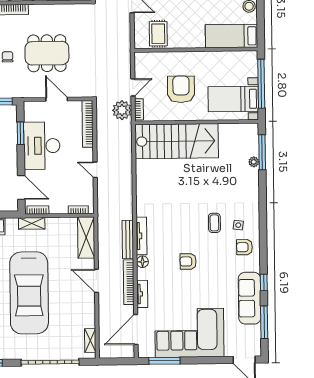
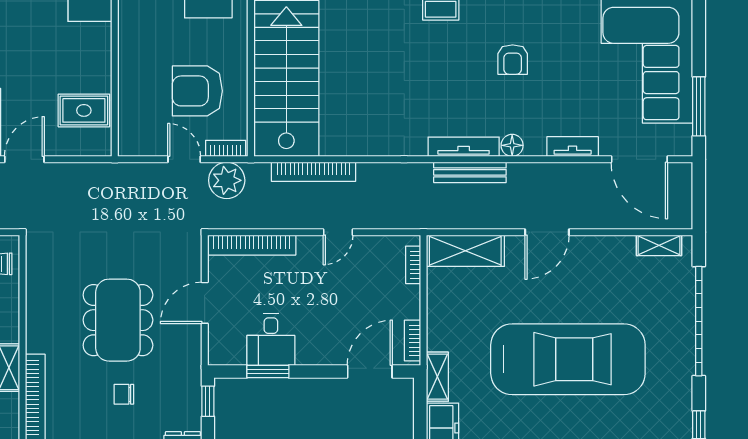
armchair: (181, 89) -> (197, 91), moved
desk: (42, 146) -> (271, 340), width x0.53, depth x0.77
shelving: (32, 223) -> (437, 377), moved
bookcase: (129, 282) -> (314, 172), moved

